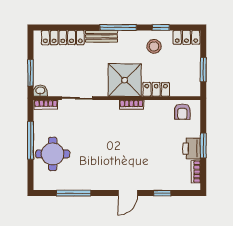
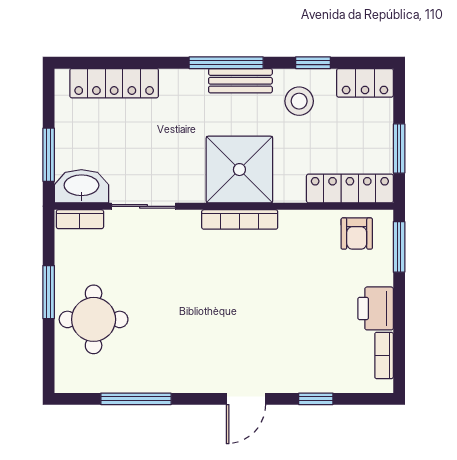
bench: (102, 36) -> (240, 81), moved
locker: (156, 89) -> (350, 188), moved, width x1.53
washbasin: (40, 91) -> (81, 186), width x1.91, depth x1.45
bookcase: (131, 105) -> (240, 219), width x1.56
window: (31, 140) -> (49, 292), width x0.69
window: (203, 145) -> (399, 247), moved

